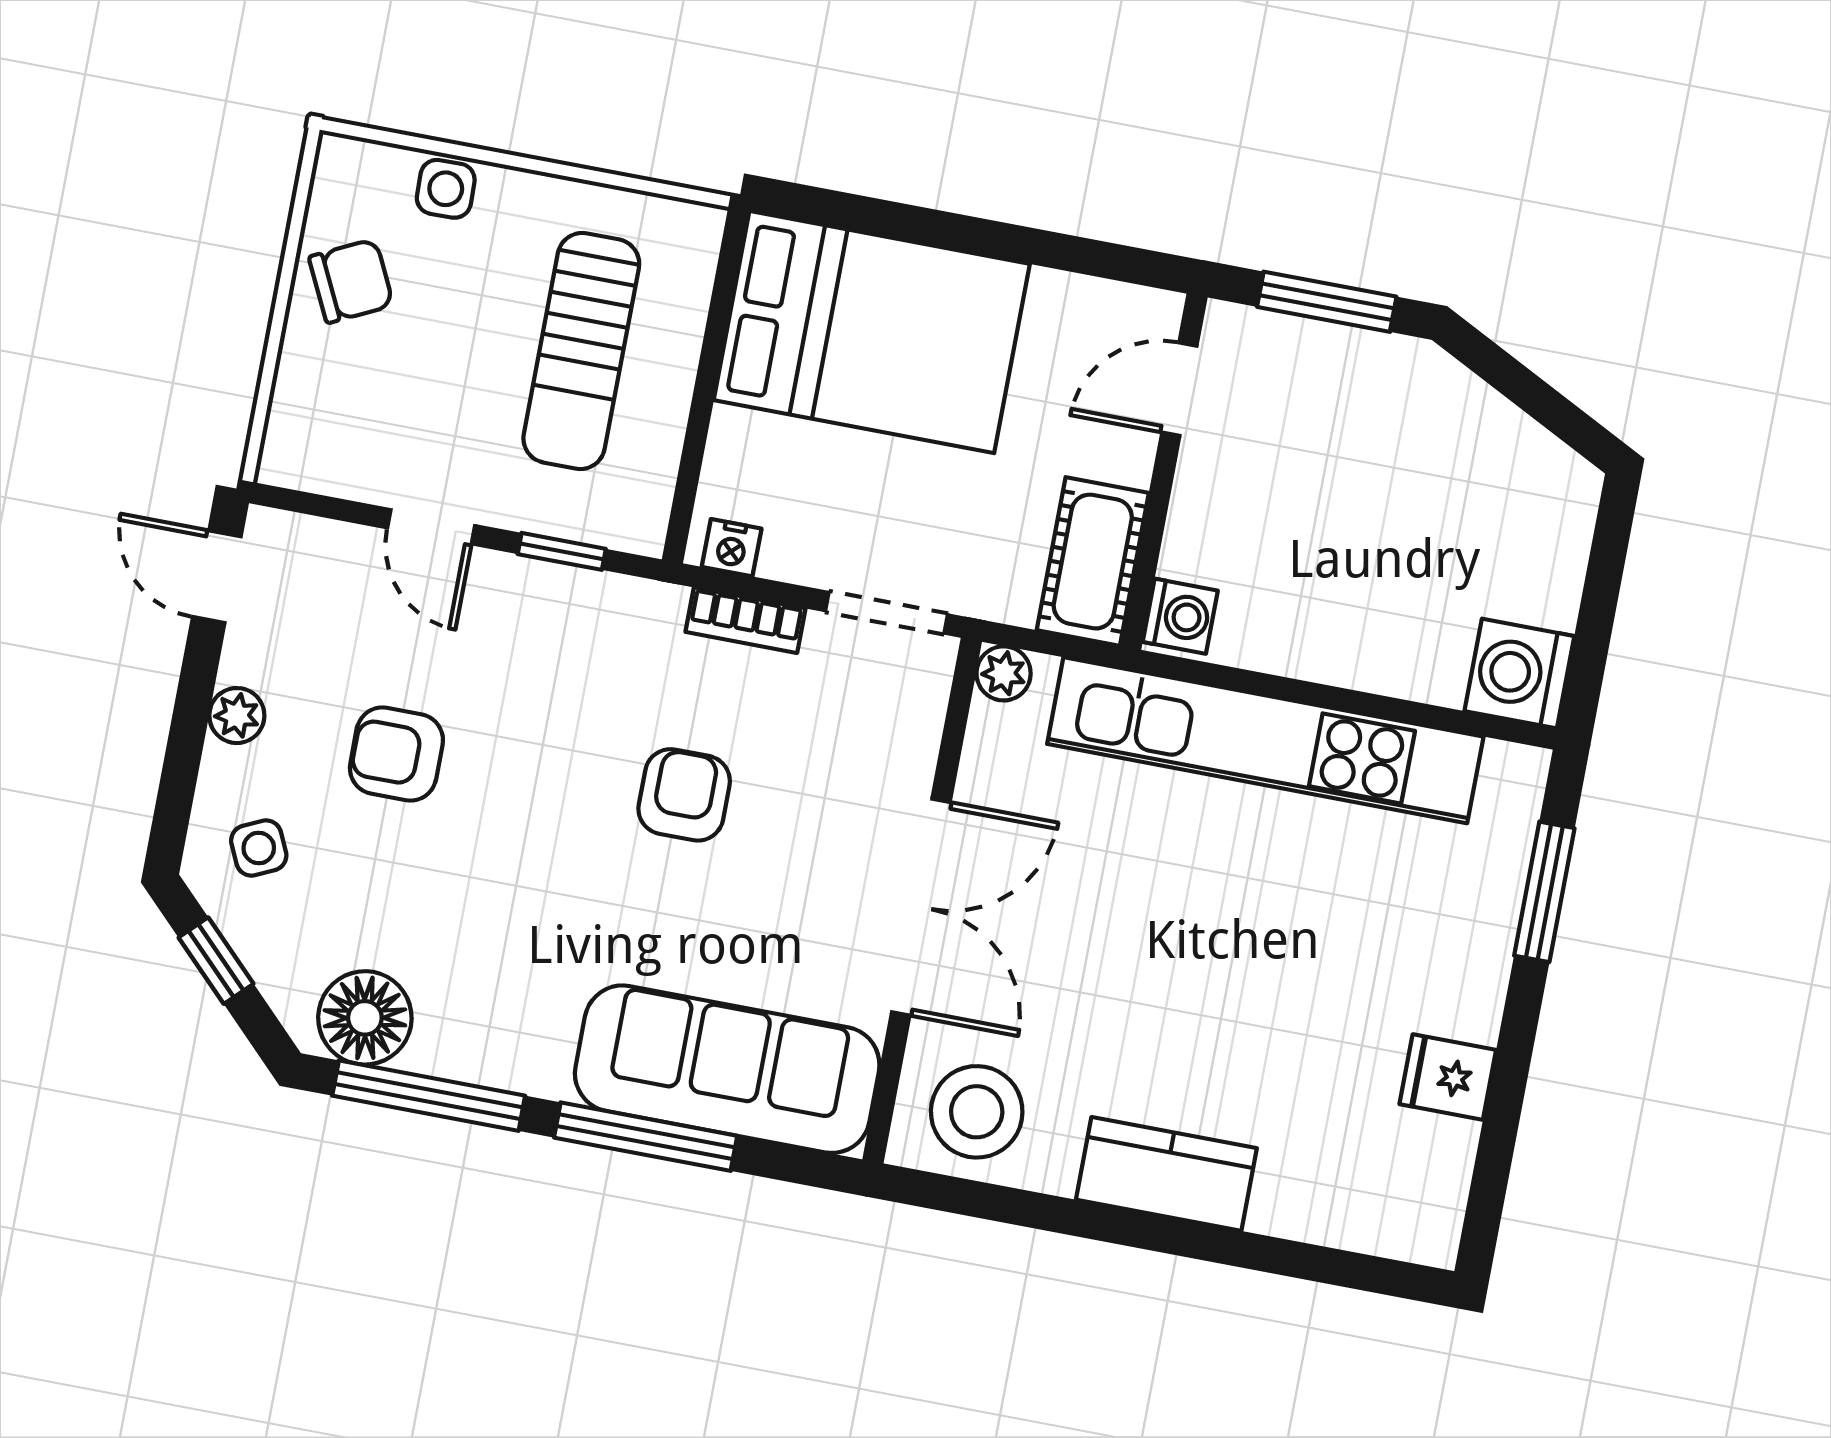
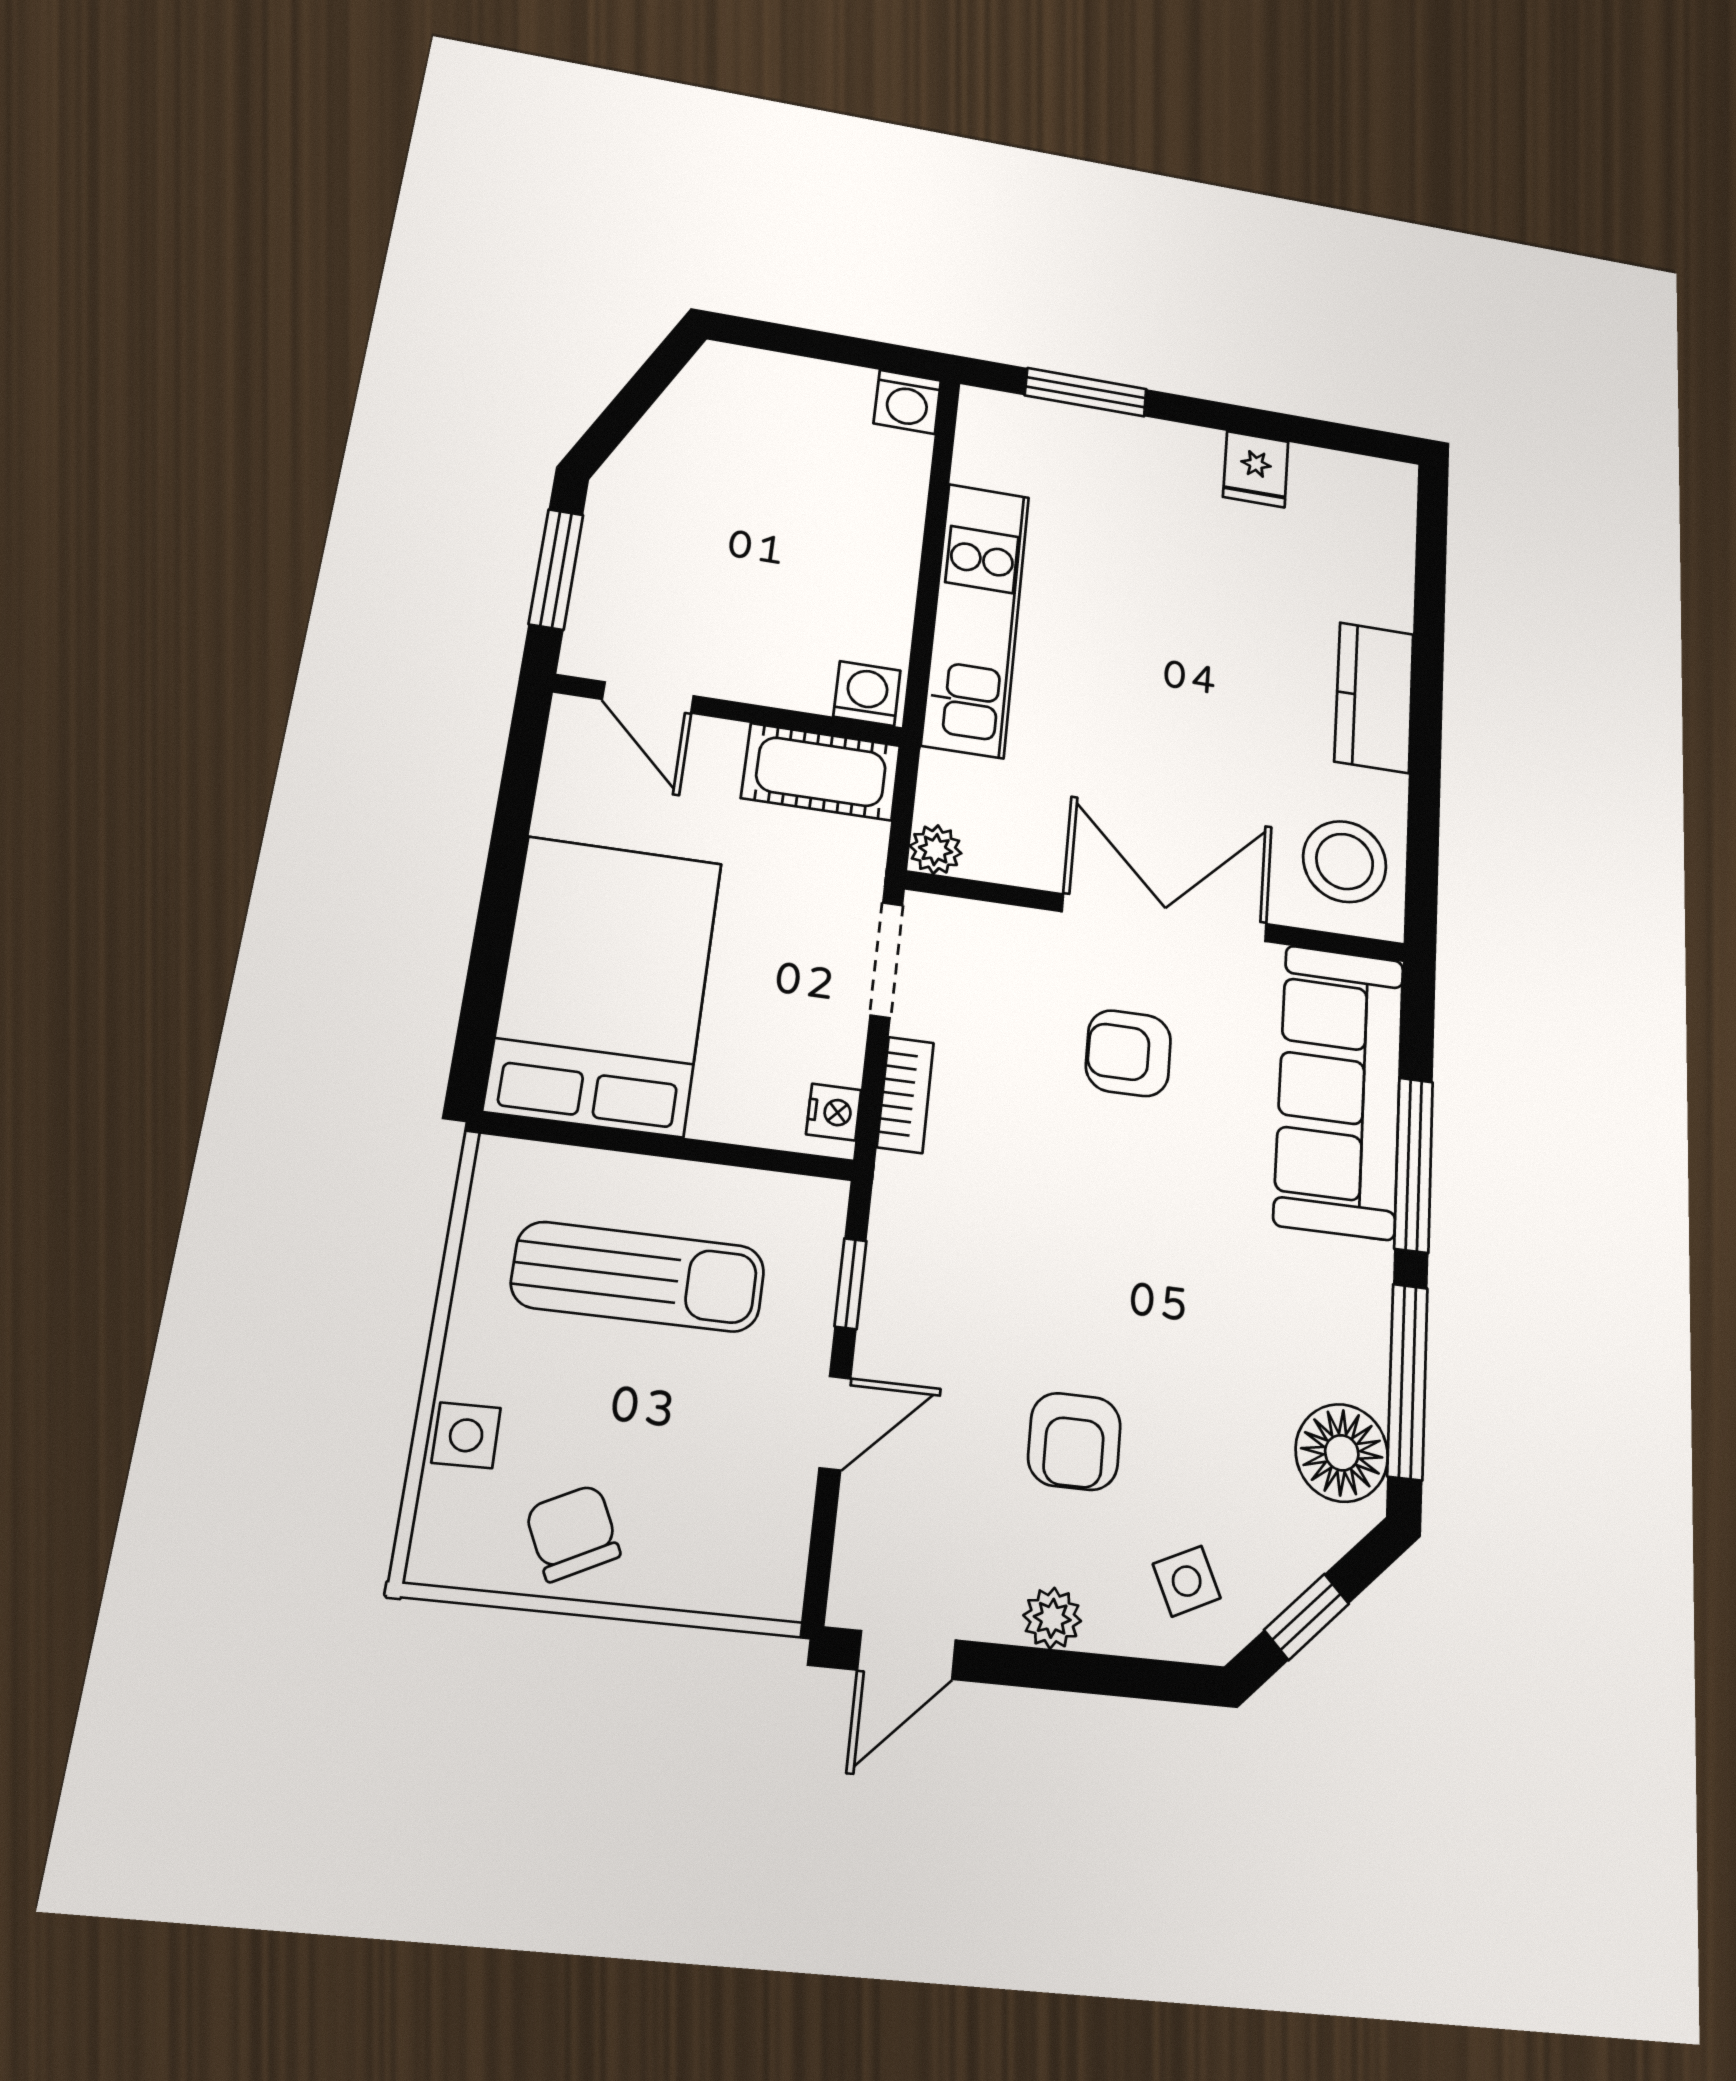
washing machine: (1519, 674) -> (907, 402), width x0.73, depth x0.73
kitchen unit: (1265, 740) -> (976, 619), width x0.73
armchair: (684, 795) -> (1128, 1053), moved

